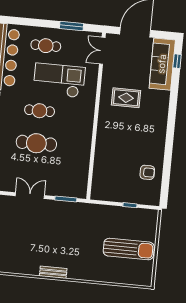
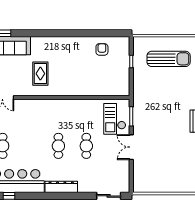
checkout: (59, 80) -> (115, 119), moved, width x0.73, depth x0.83
cafe table: (36, 143) -> (86, 146), width x0.73, depth x0.74
sun lounger: (129, 249) -> (169, 59), turned 90

